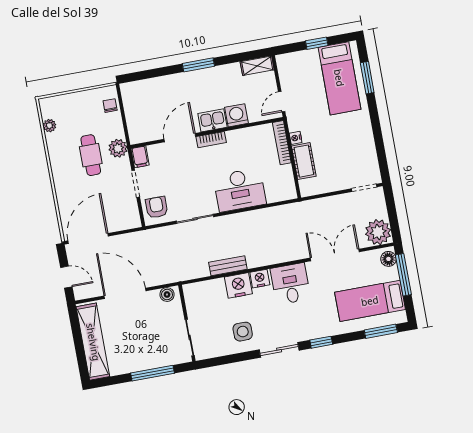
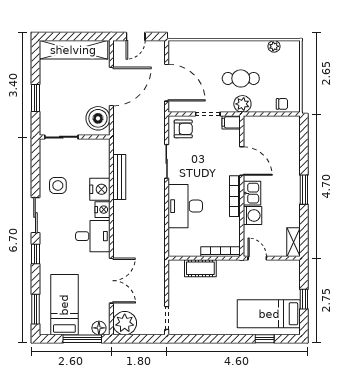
window: (367, 78) -> (265, 339), width x0.67
nightstand: (296, 138) -> (223, 265), removed
bookcase: (211, 140) -> (235, 196), width x1.56
door: (88, 238) -> (167, 83), moved
bench: (228, 266) -> (119, 177), width x1.36
boiler: (167, 295) -> (98, 118), width x1.86, depth x1.86
window: (153, 373) -> (35, 98), width x0.69

